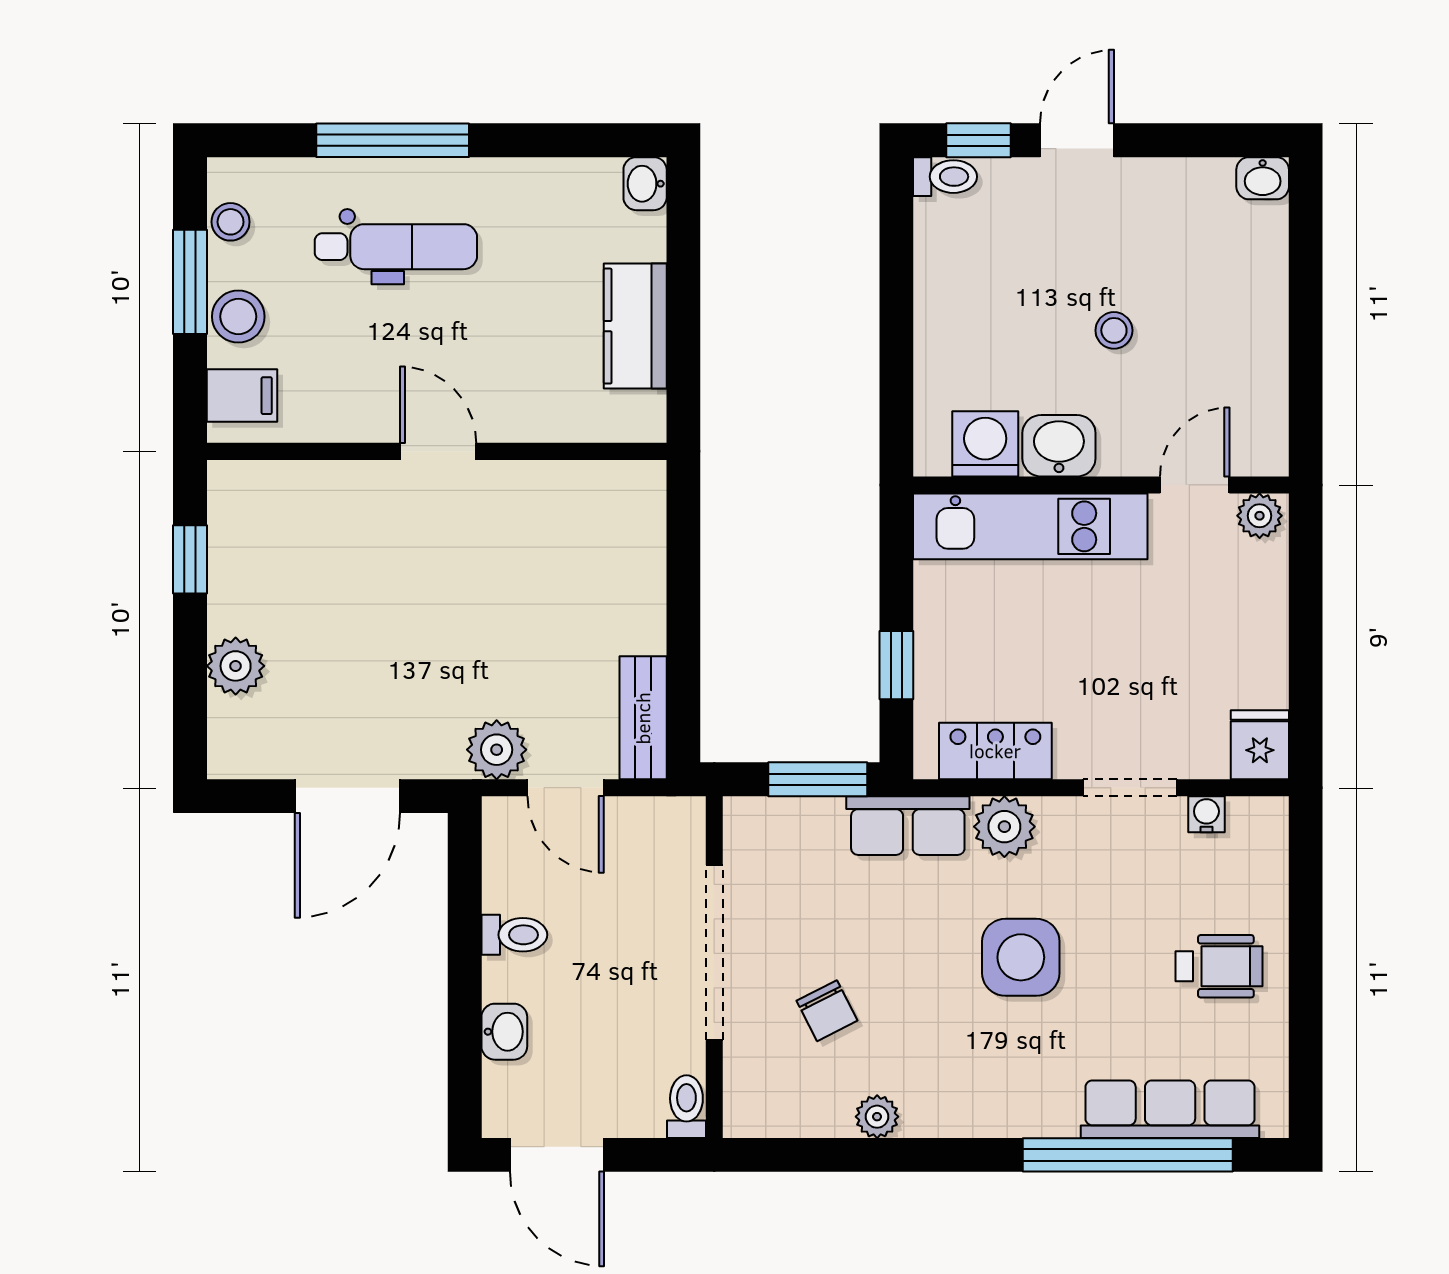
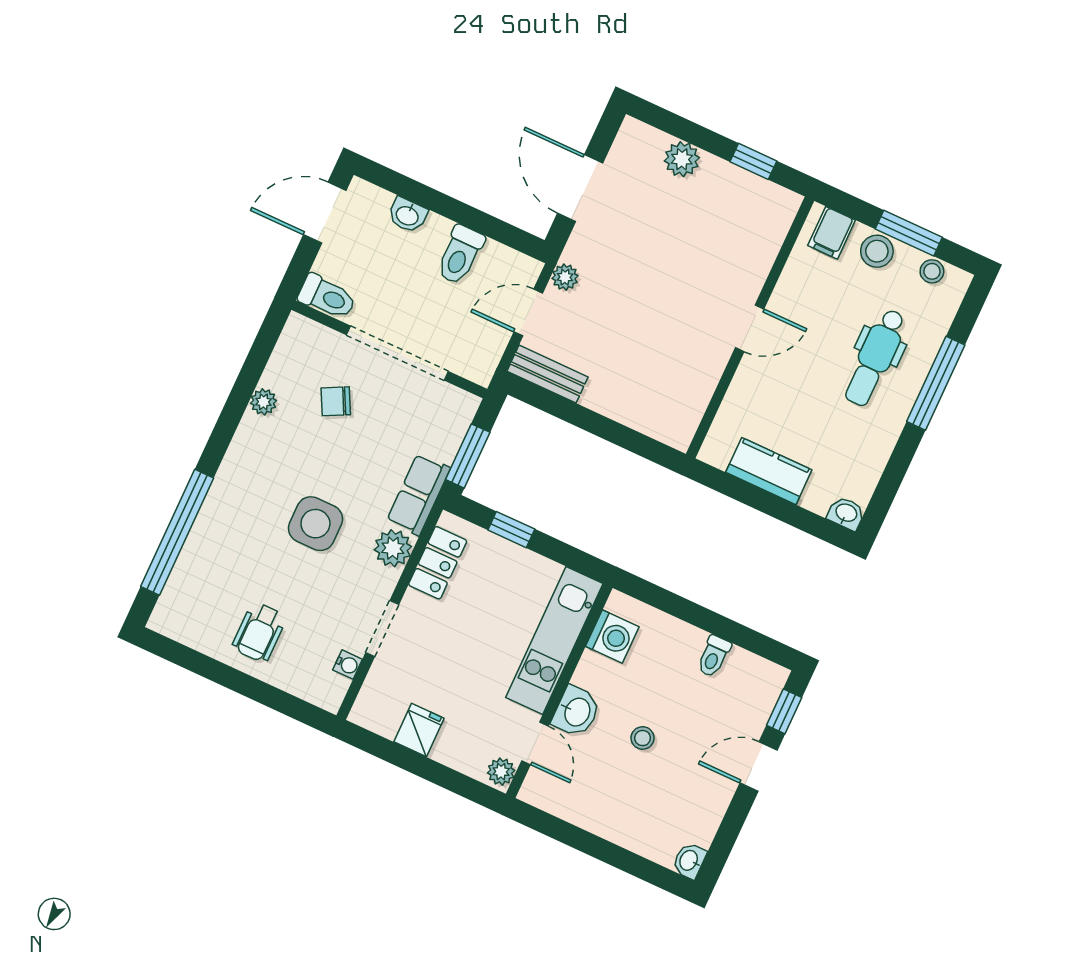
door: (1077, 140) -> (759, 767), swing flipped
toilet: (945, 177) -> (714, 656), moved
washbasin: (1059, 446) -> (576, 712), moved
fridge: (1260, 745) -> (419, 730), moved, turned -90
plant: (497, 750) -> (565, 277), width x0.73, depth x0.73
toilet: (514, 935) -> (460, 255), width x1.37, depth x1.39
toilet: (686, 1107) -> (327, 297), width x1.37, depth x1.39
row of seats: (1170, 1109) -> (192, 568), removed

